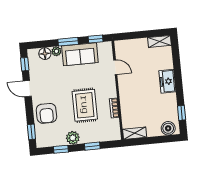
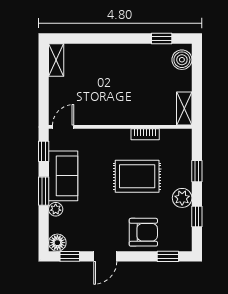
floor lamp: (45, 54) -> (57, 243), moved
door: (115, 67) -> (63, 127), moved
freezer: (167, 81) -> (114, 54), removed

